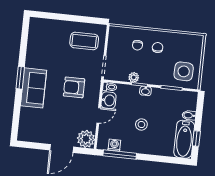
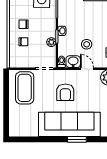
coffee table: (84, 41) -> (25, 88), width x1.36, depth x1.32
window: (20, 78) -> (77, 139), moved
sofa: (34, 88) -> (69, 124), width x1.85, depth x1.27
stool: (141, 125) -> (87, 44), moved

